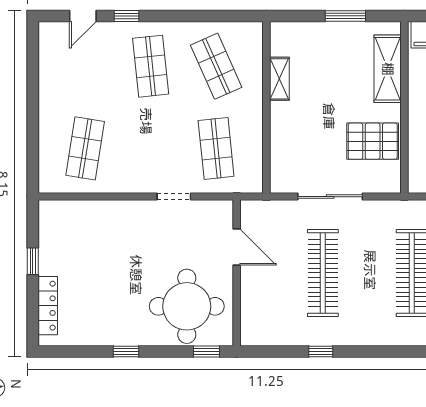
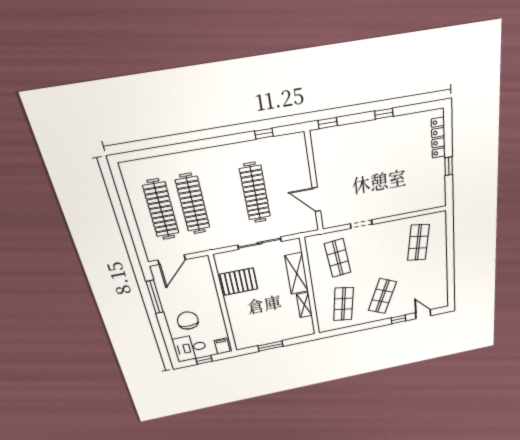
door: (83, 16) -> (423, 314), hinge flipped
shop shelf: (151, 66) -> (382, 296), turned 30
shop shelf: (216, 66) -> (343, 304), turned 33
shelving: (388, 69) -> (297, 273), moved
round table: (187, 306) -> (345, 153), removed
window: (321, 352) -> (264, 134), moved

